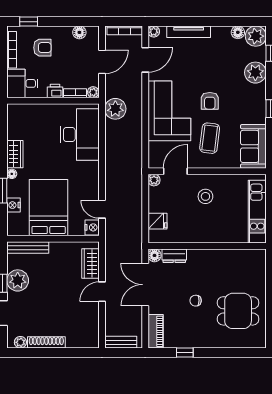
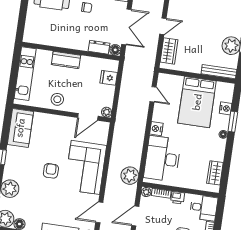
coffee table: (210, 138) -> (56, 140), removed
wardrobe: (15, 154) -> (215, 173), moved
stool: (205, 196) -> (57, 99), moved
nightstand: (92, 227) -> (156, 129), moved
kitchen counter: (211, 235) -> (66, 60), added

